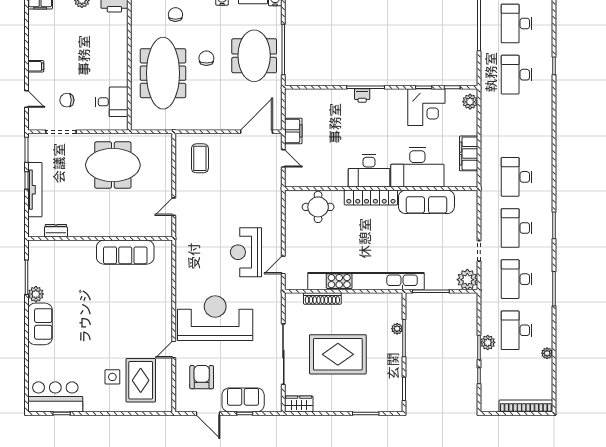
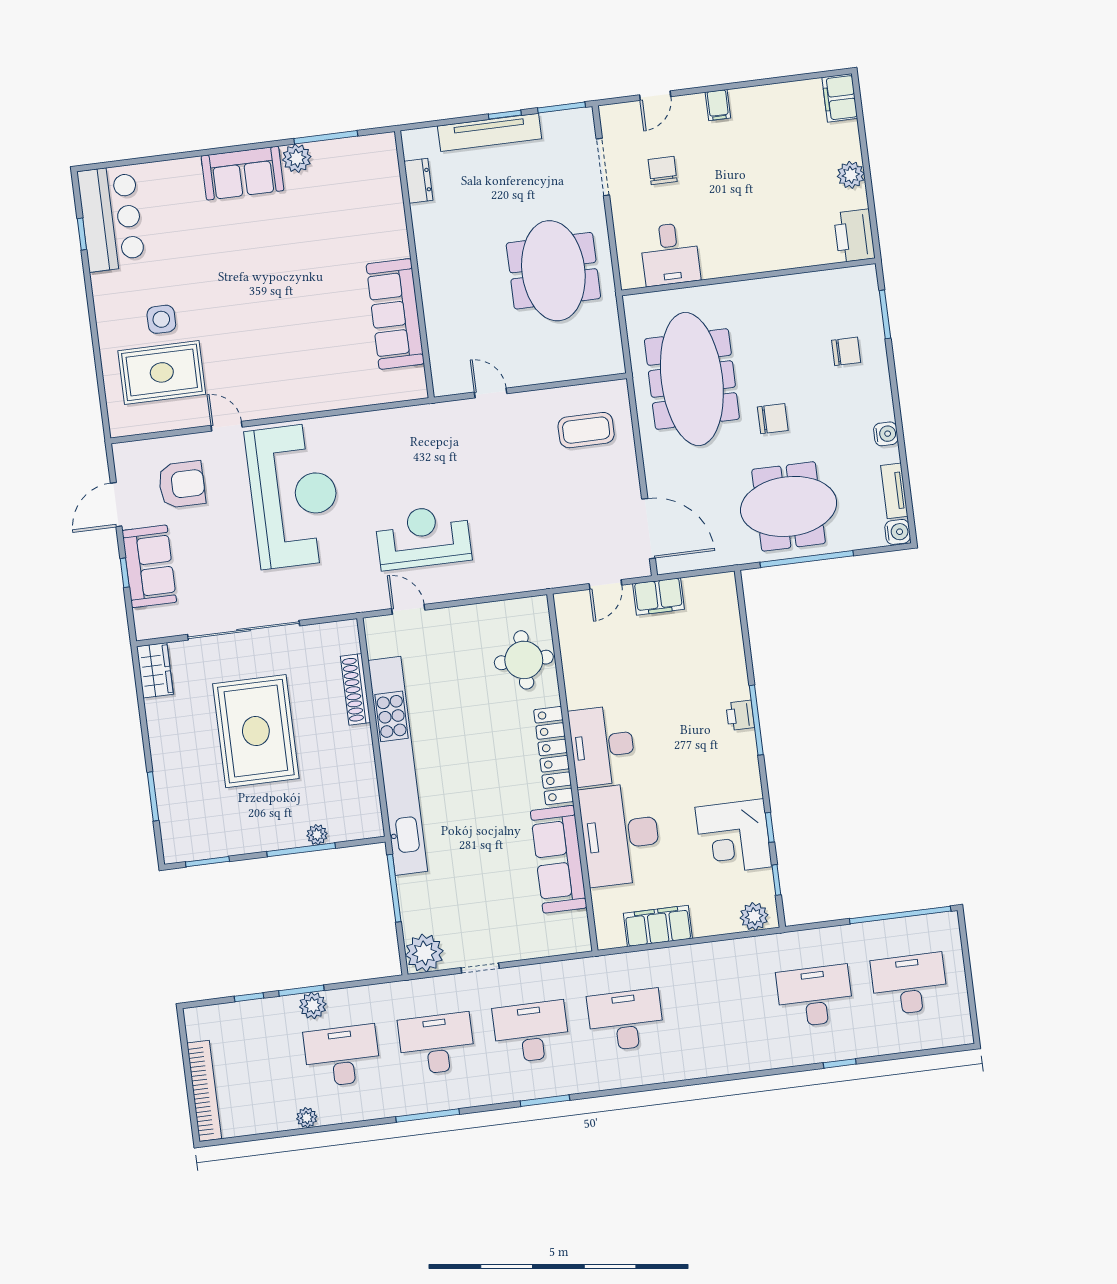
meeting table: (163, 73) -> (692, 379), moved, turned 90

